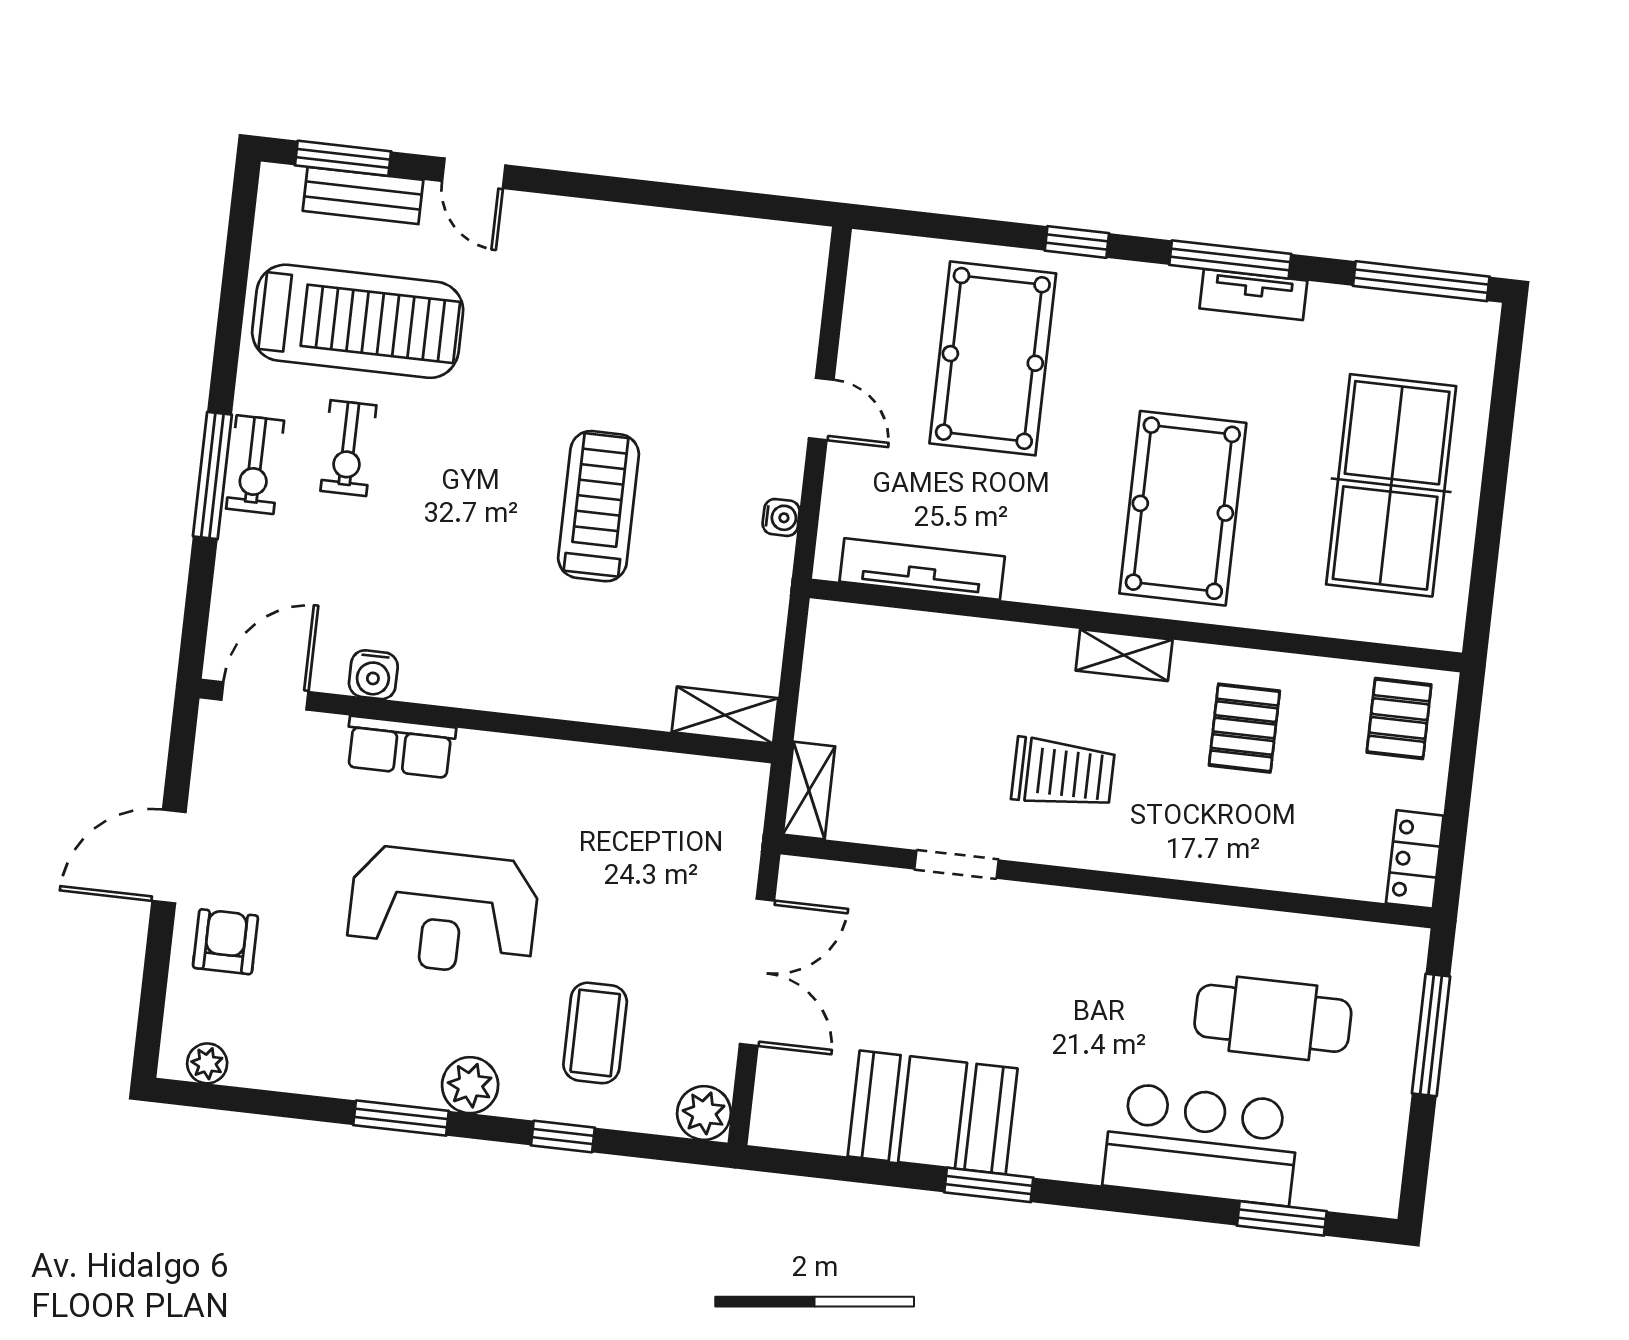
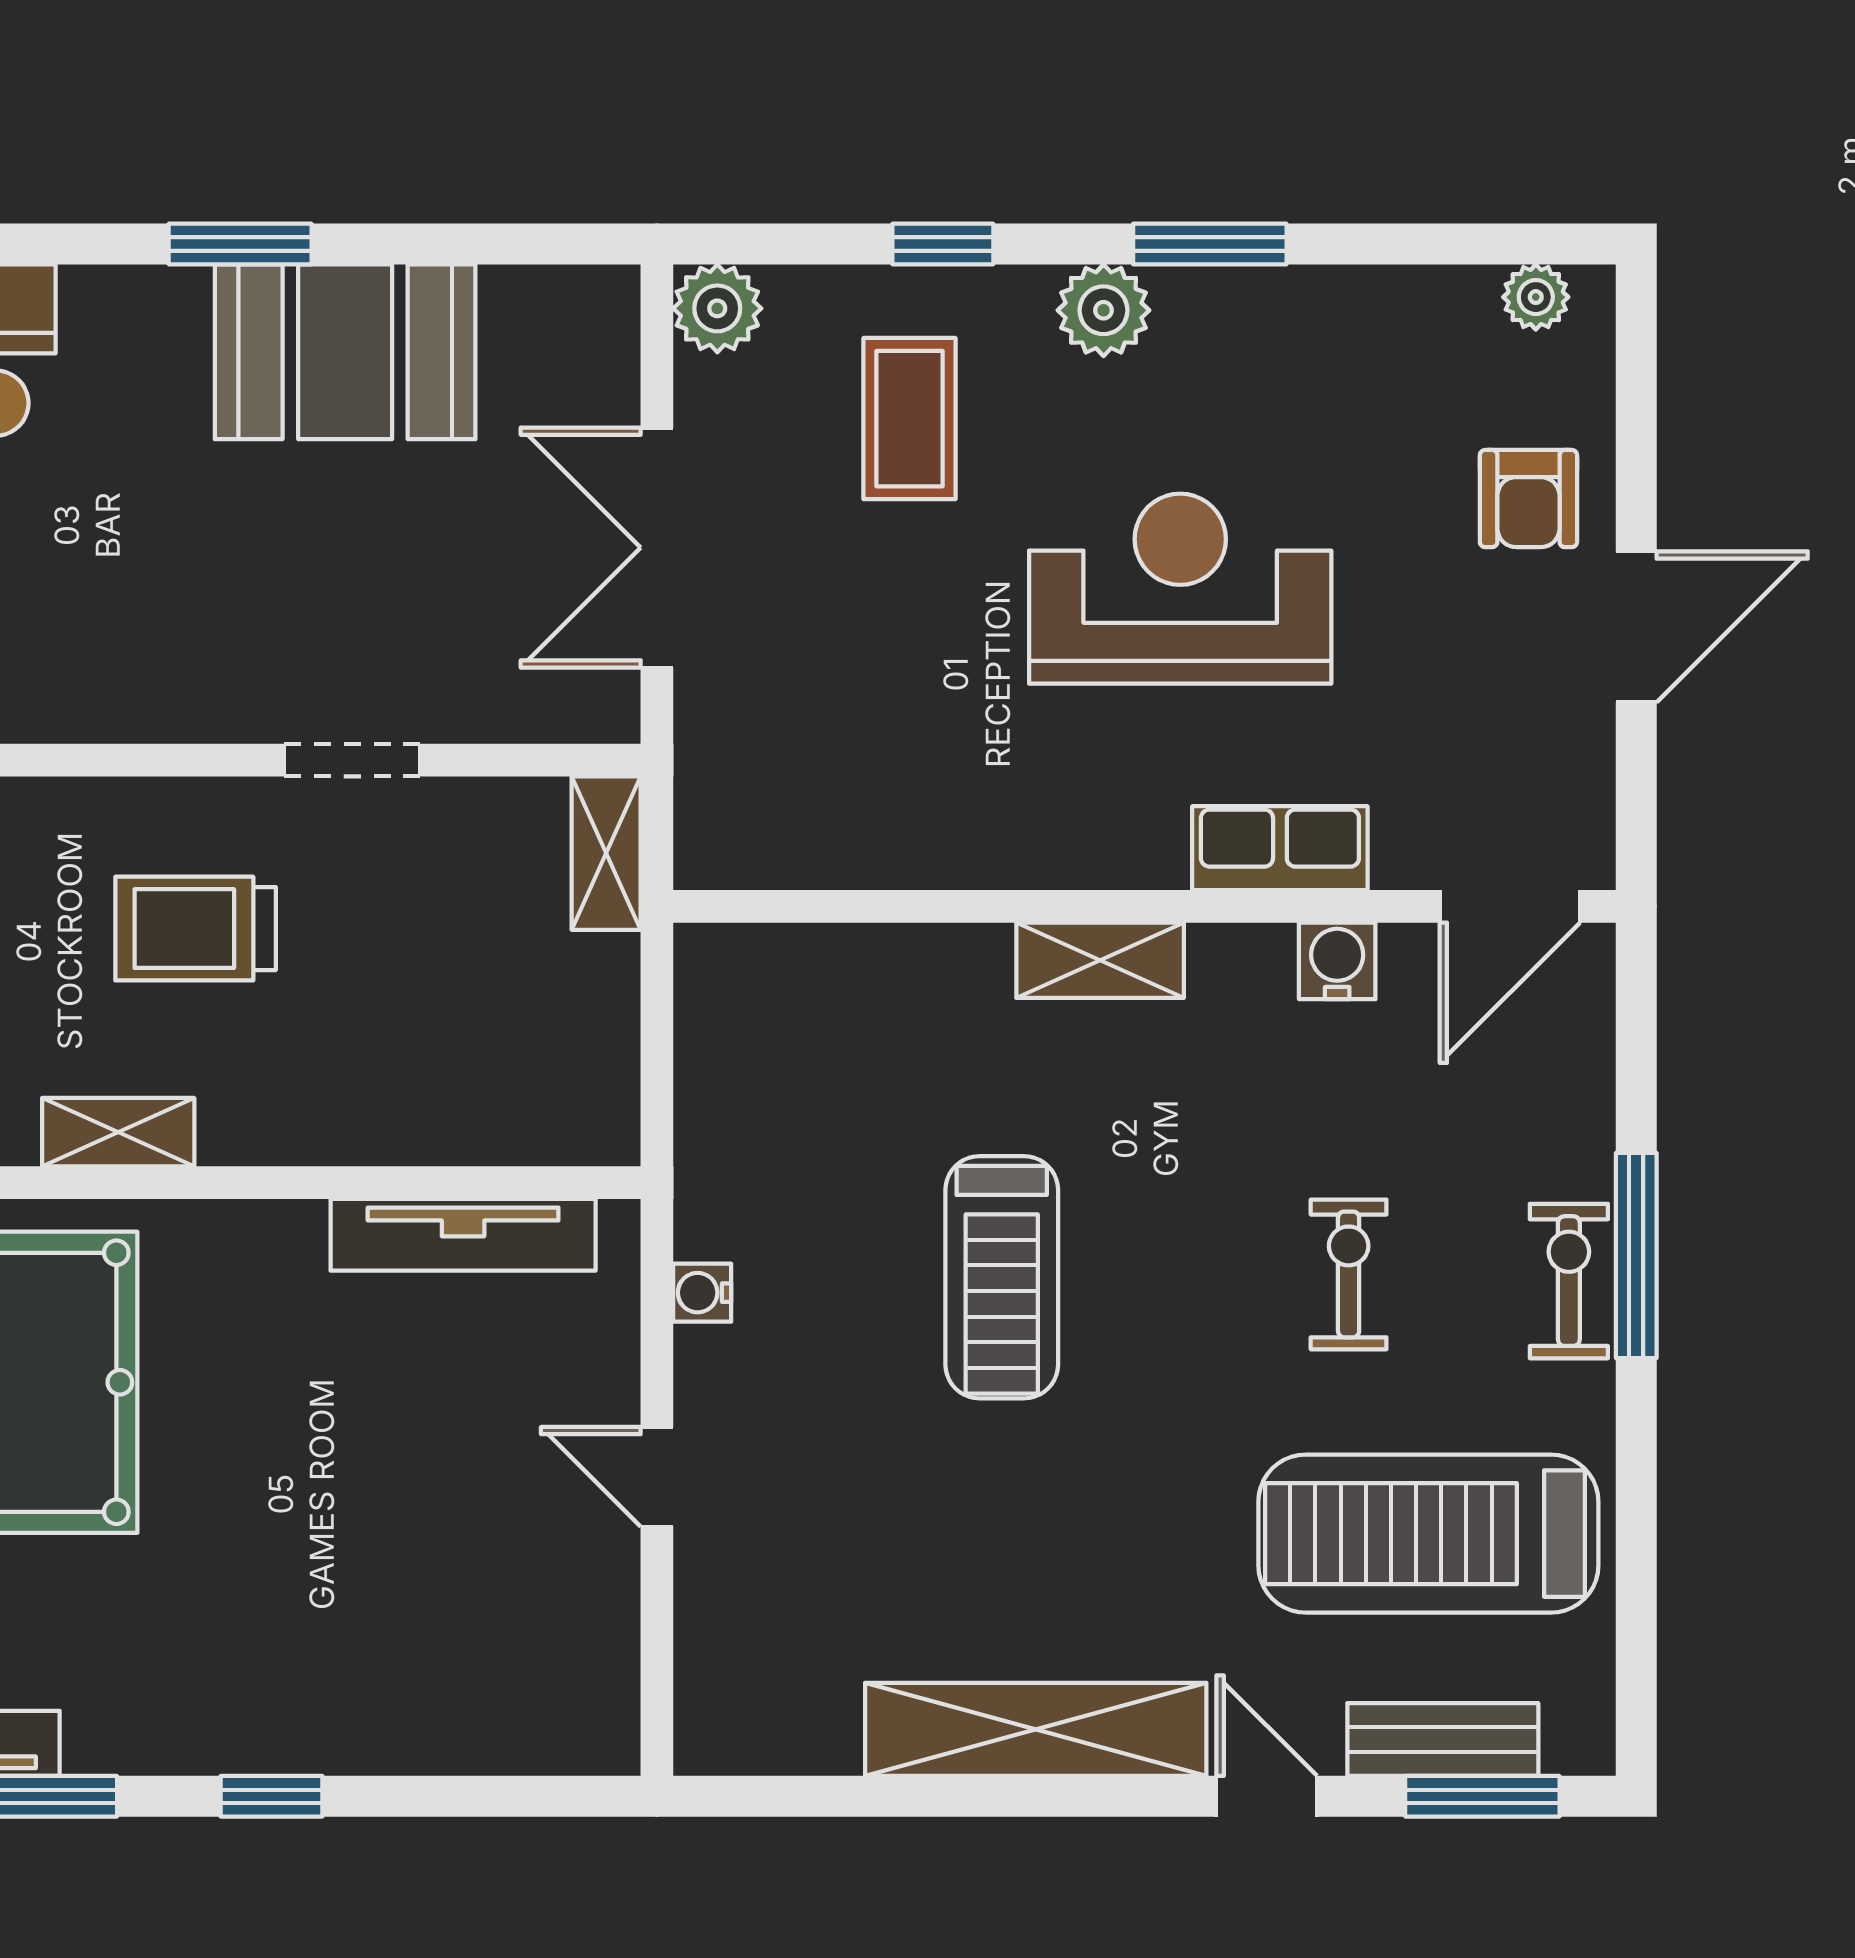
shelving: (609, 230) -> (1036, 1729), added
pool table: (993, 358) -> (387, 1591), removed
exercise bike: (348, 448) -> (1349, 1274), moved
shelving: (725, 715) -> (1100, 960), moved

